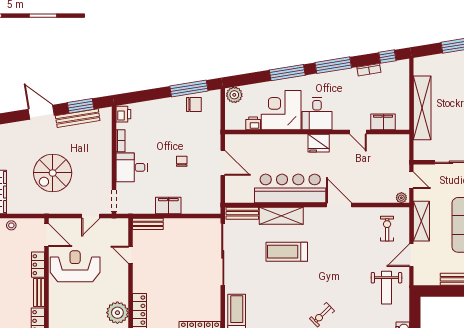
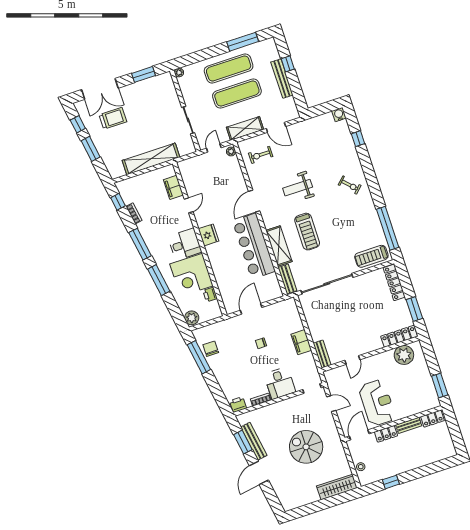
spiral stairs: (53, 173) -> (306, 447), turned 180
reception desk: (75, 266) -> (377, 403), turned 180
weight bench: (386, 288) -> (298, 188), moved, turned 180

